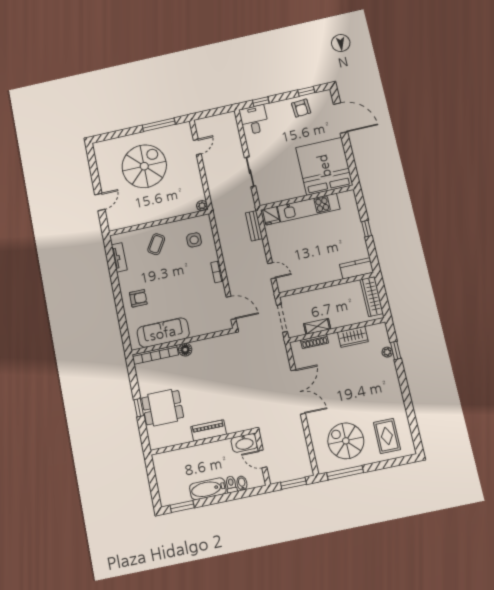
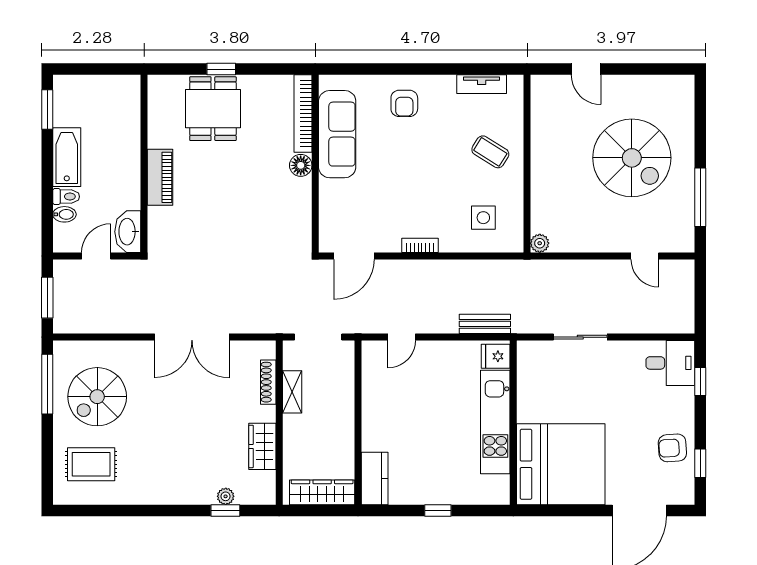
spiral stairs: (346, 441) -> (97, 397), turned 180

